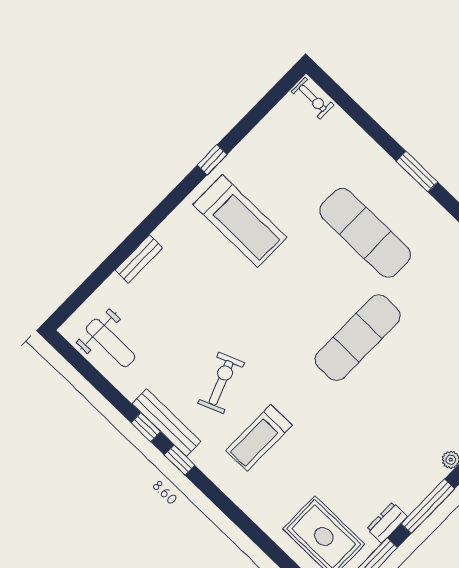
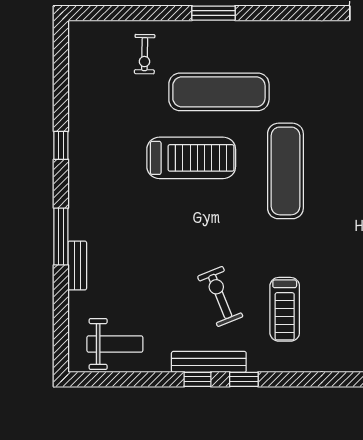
exercise bike: (313, 98) -> (145, 54), moved, turned 91
treadmill: (240, 221) -> (191, 158), moved
window: (148, 226) -> (61, 236), added

